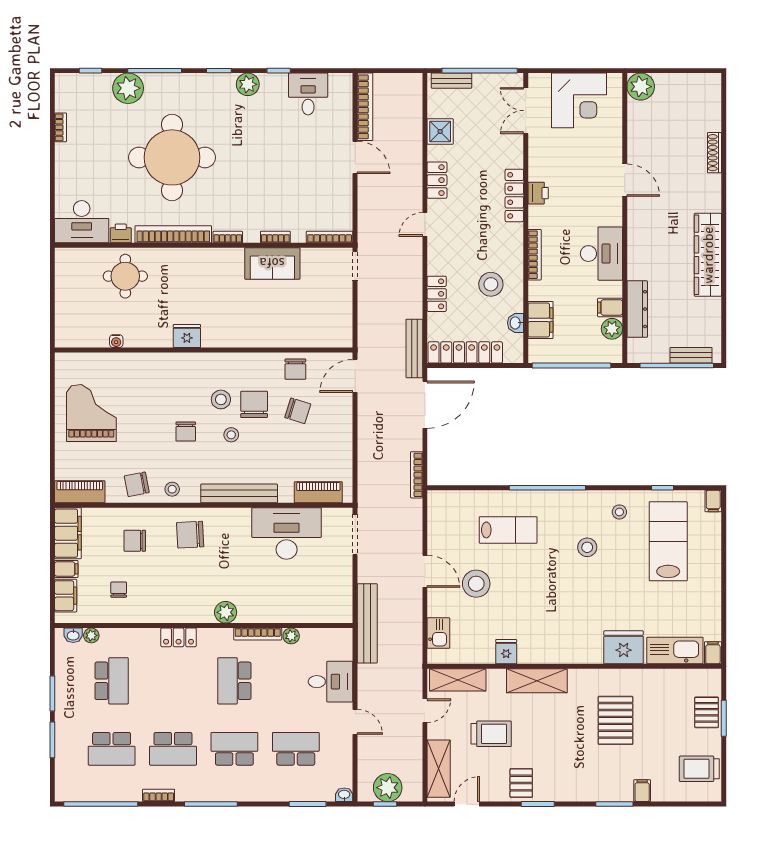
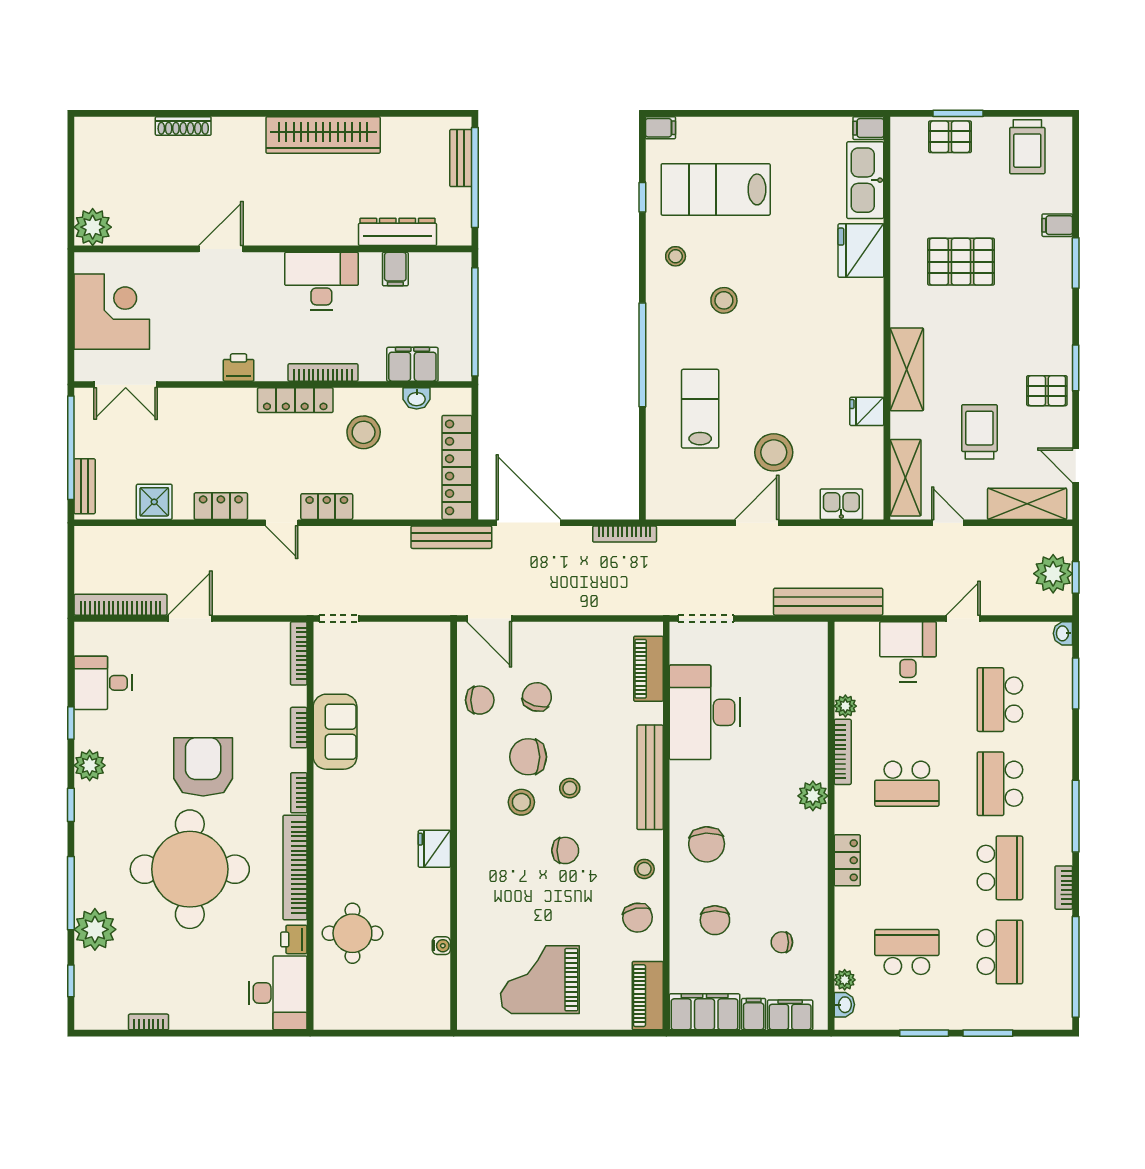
armchair: (247, 167) -> (203, 767), added
locker: (514, 195) -> (295, 400), moved
locker: (437, 294) -> (327, 507), moved
plant: (612, 329) -> (425, 266), removed

